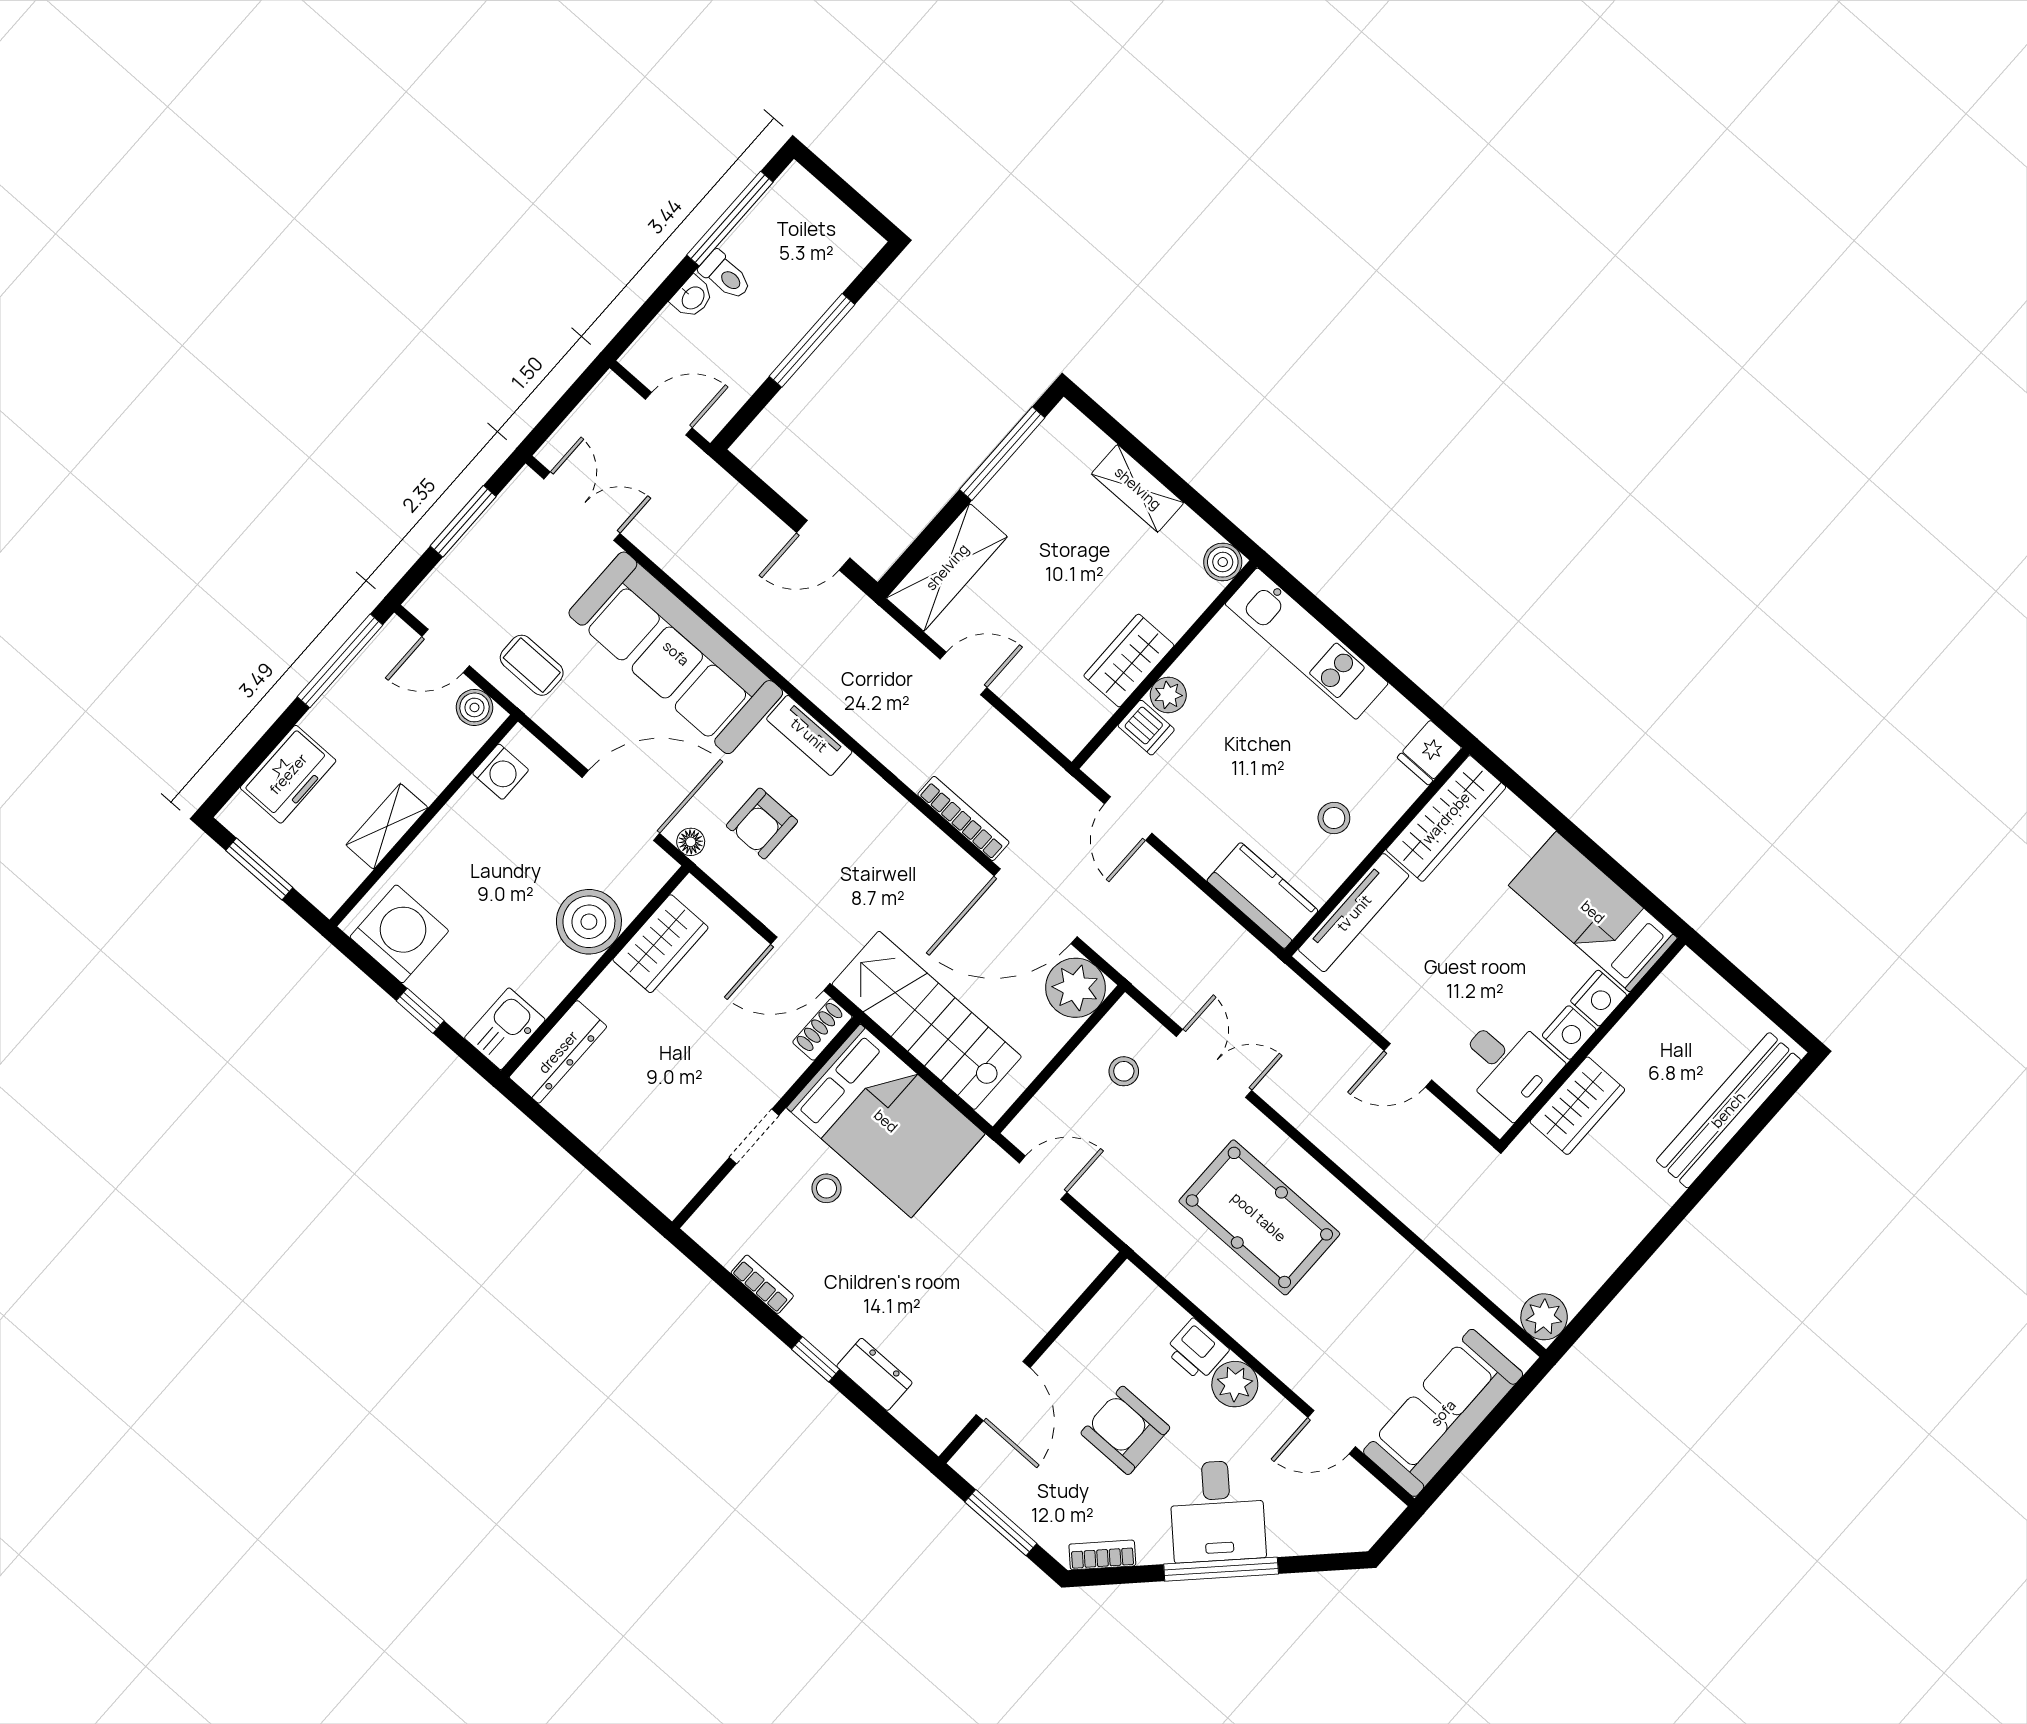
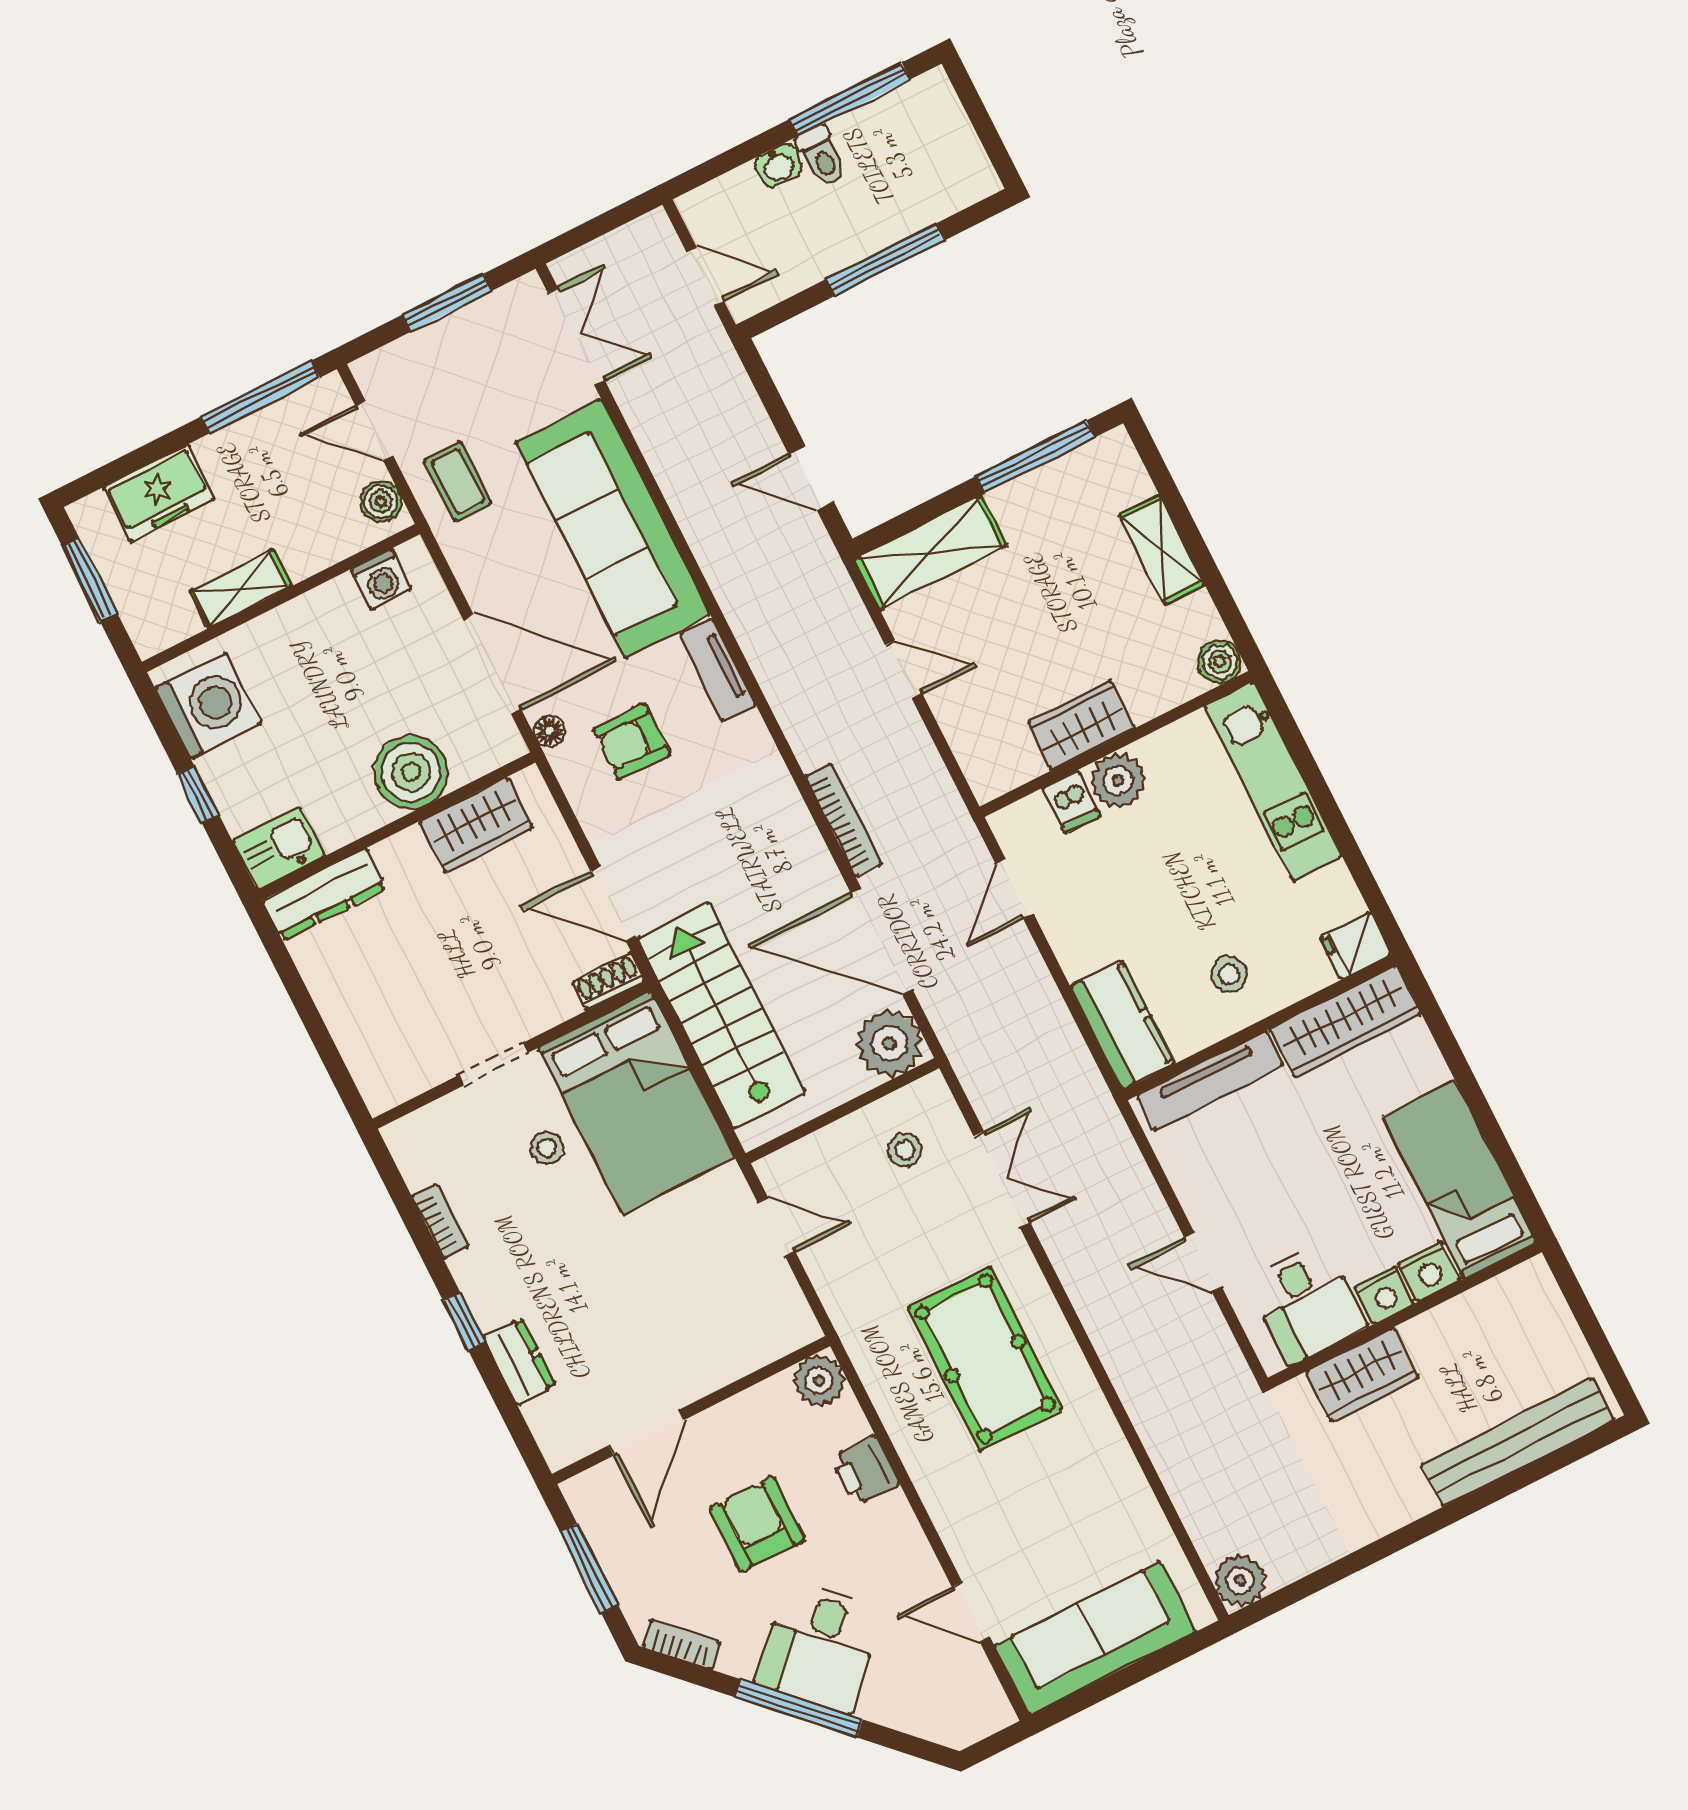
plant: (1168, 695) -> (1118, 780), width x1.38, depth x1.38
plant: (1235, 1384) -> (819, 1381), moved

